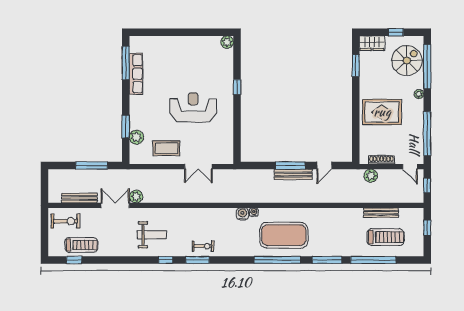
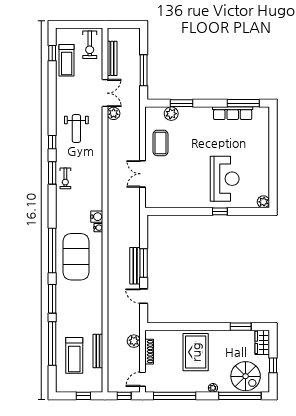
reception desk: (193, 107) -> (225, 179), moved

